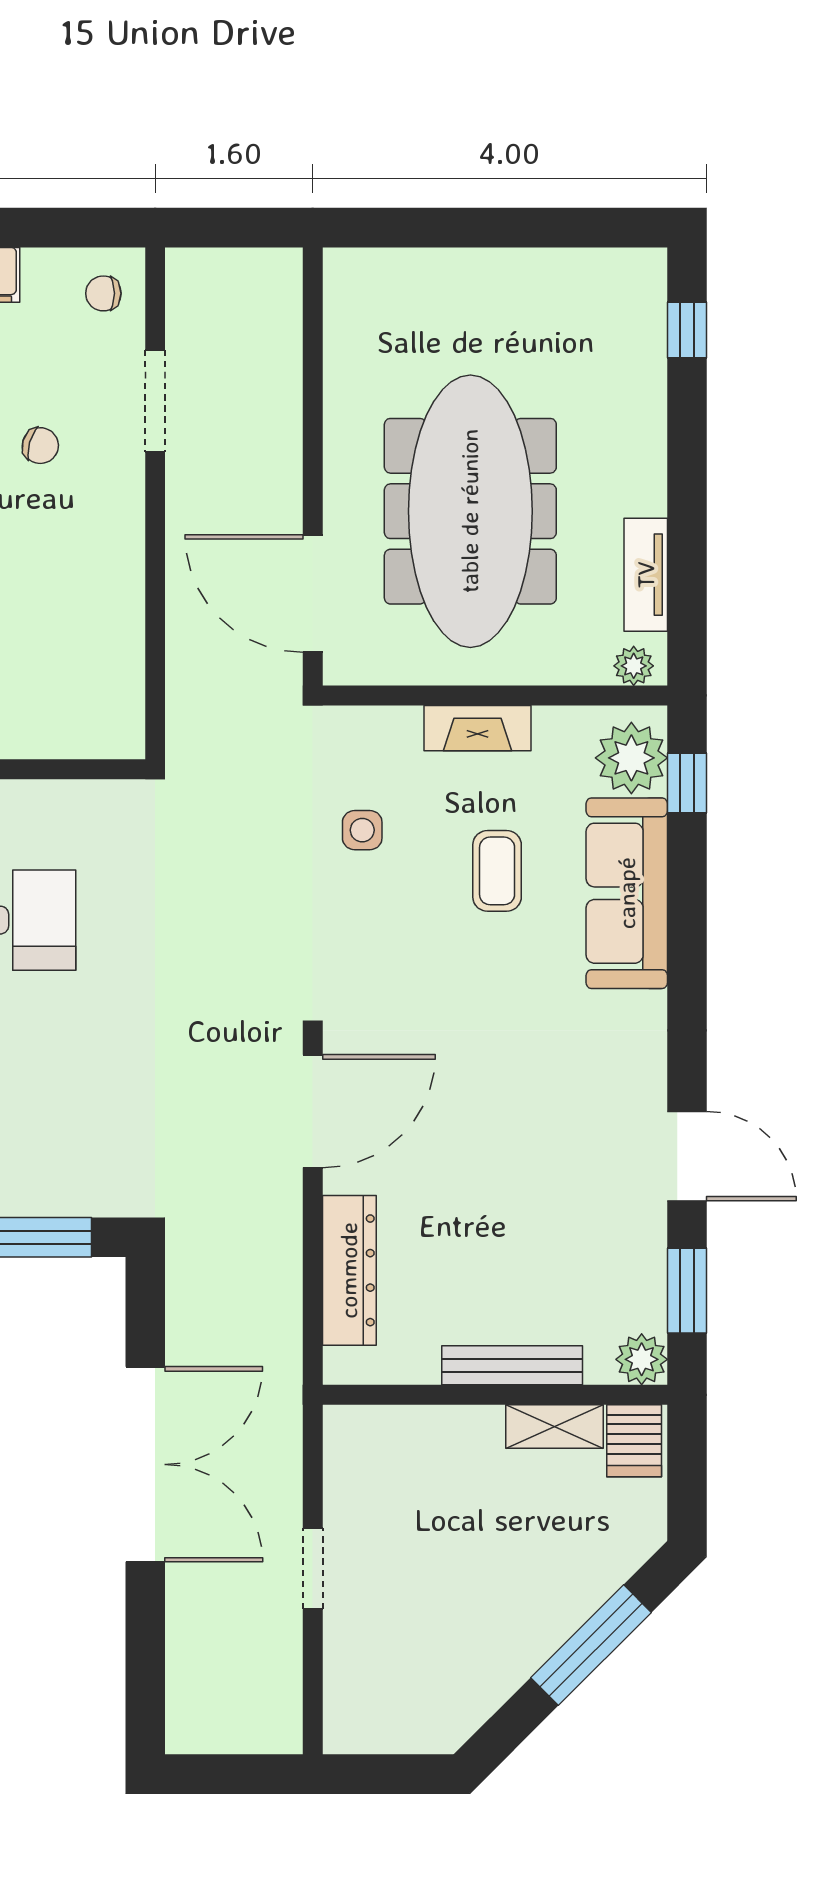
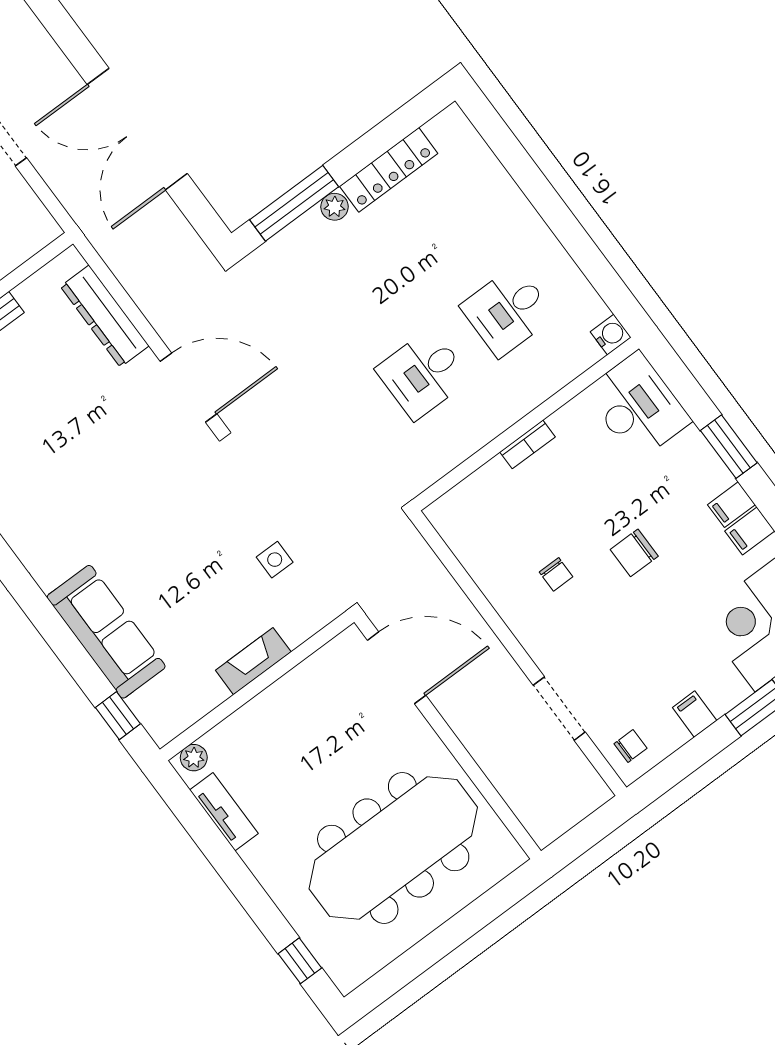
chair: (40, 446) -> (556, 574), moved, turned -106
meeting table: (470, 511) -> (393, 848), moved, turned 90
plant: (631, 758) -> (158, 707), removed
coffee table: (497, 871) -> (185, 592), removed
door: (313, 1111) -> (189, 388), swing flipped

